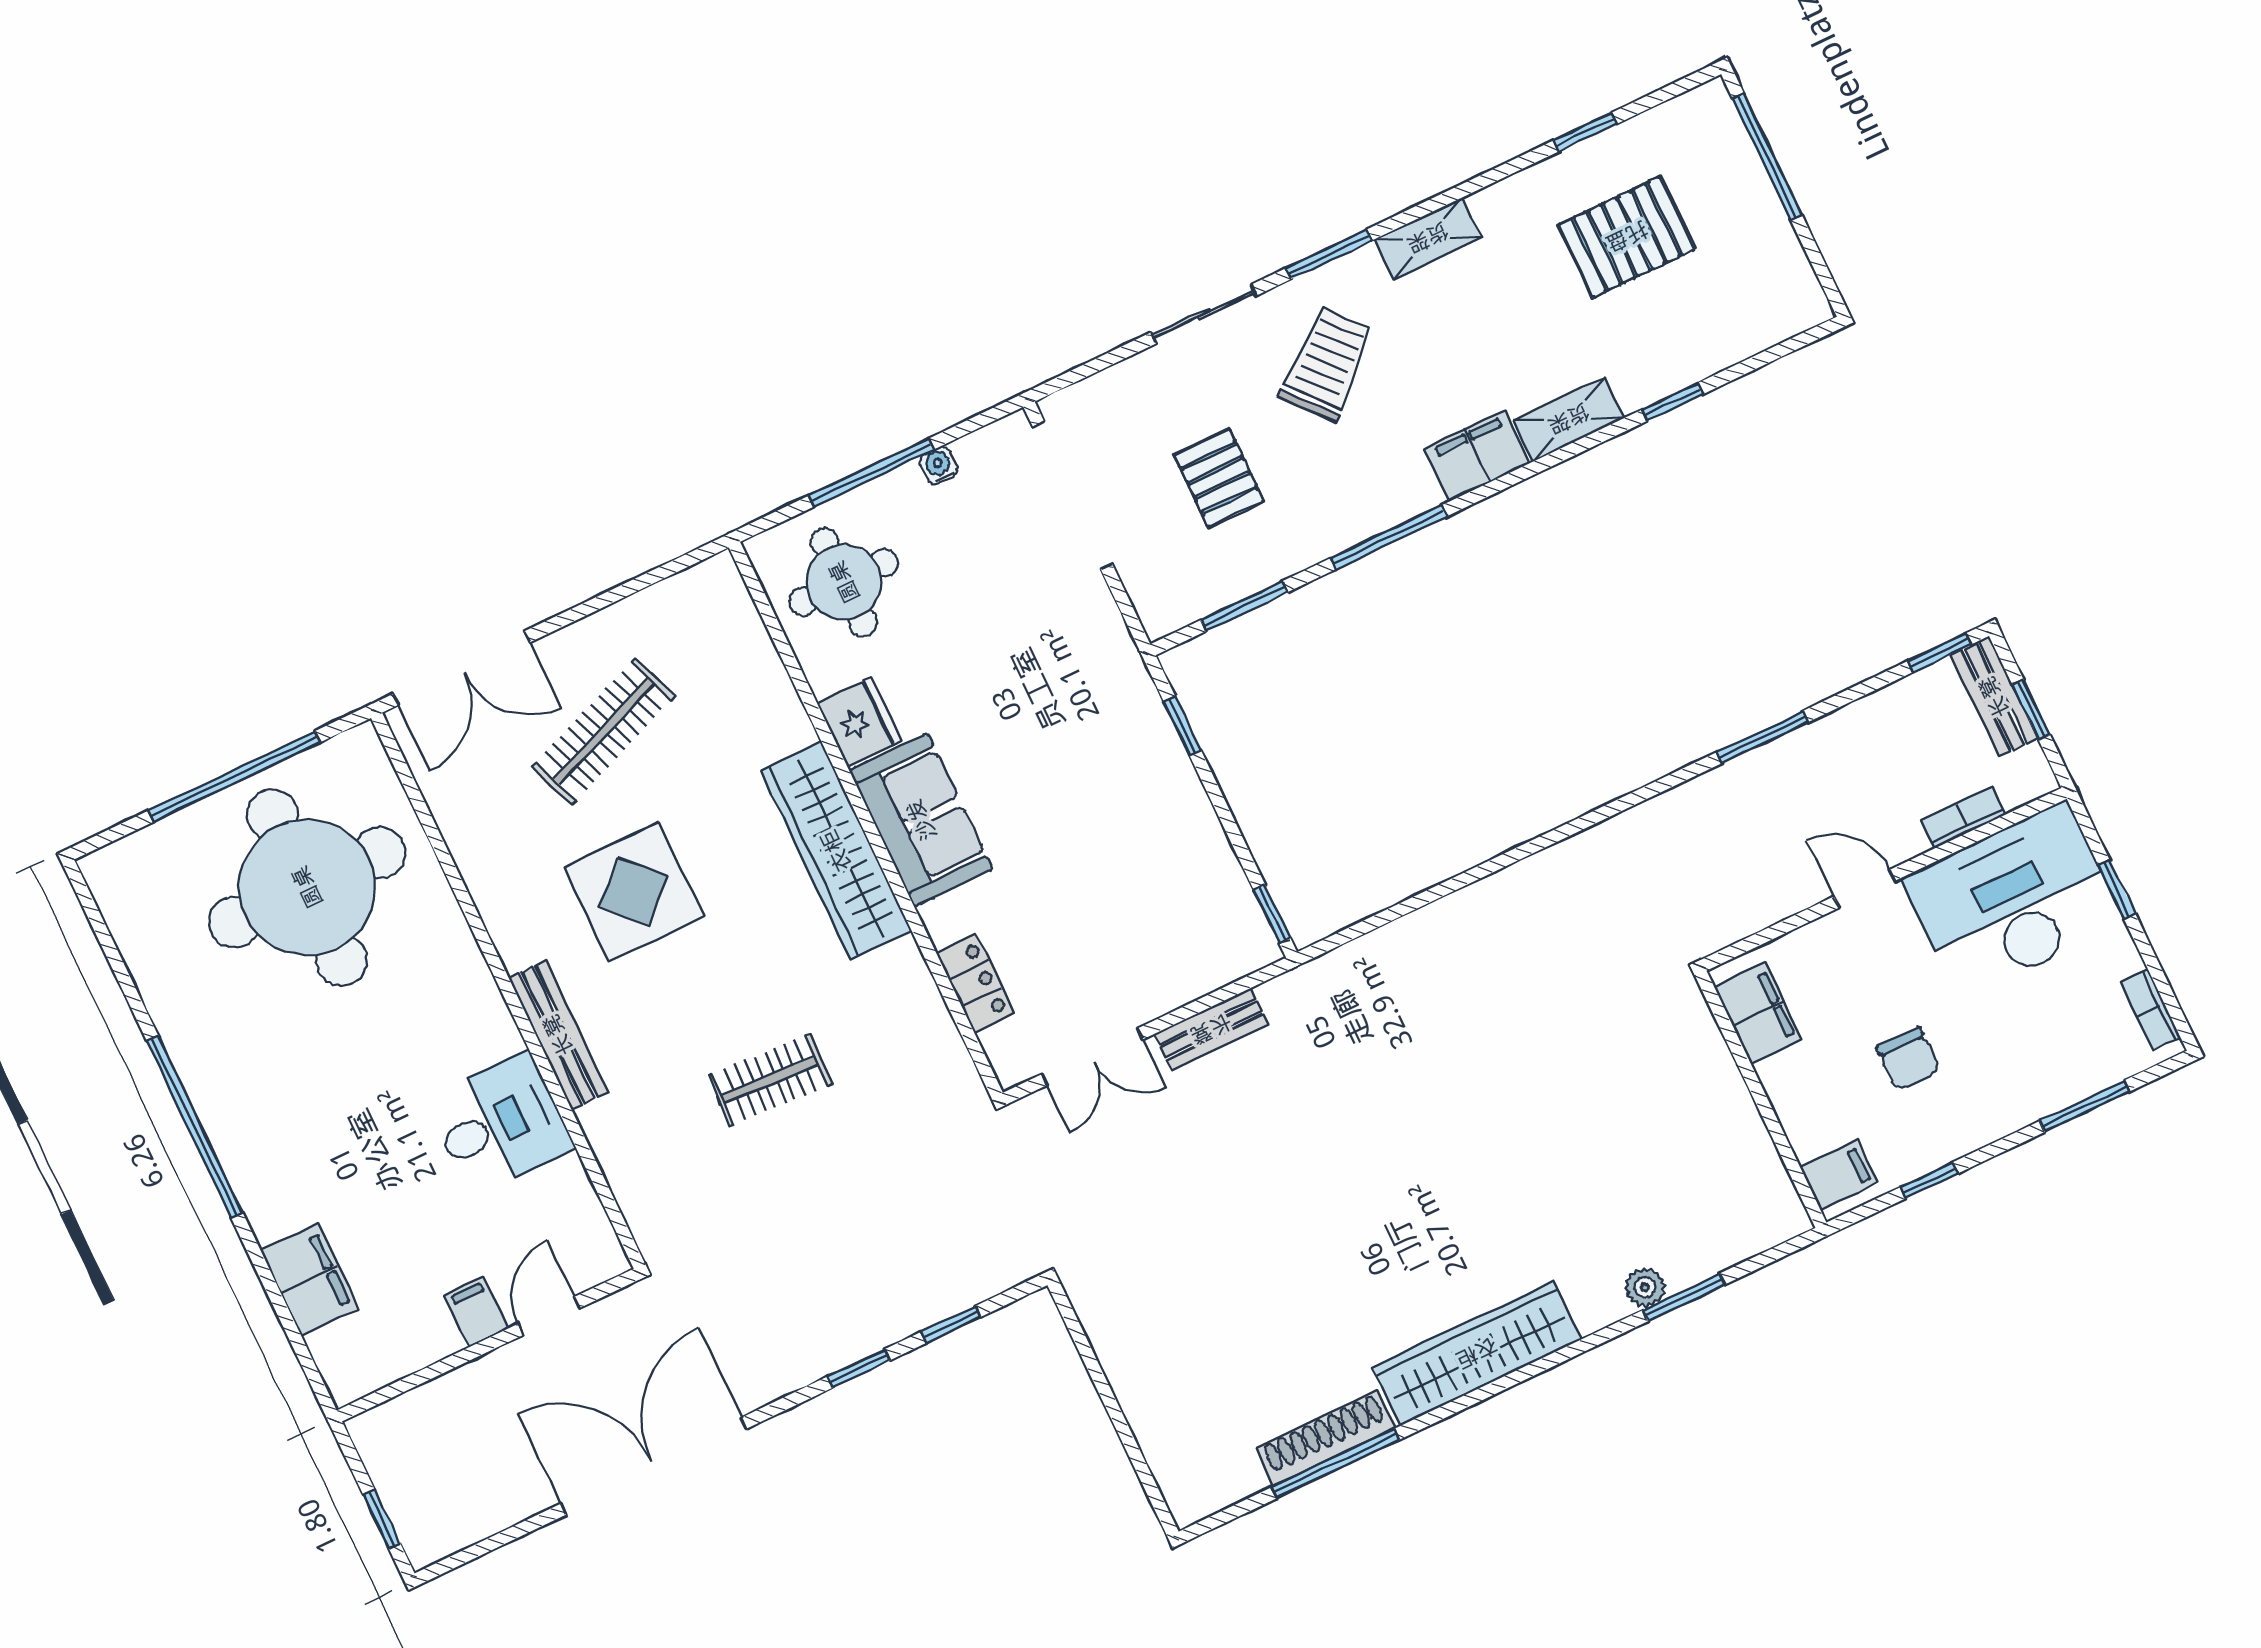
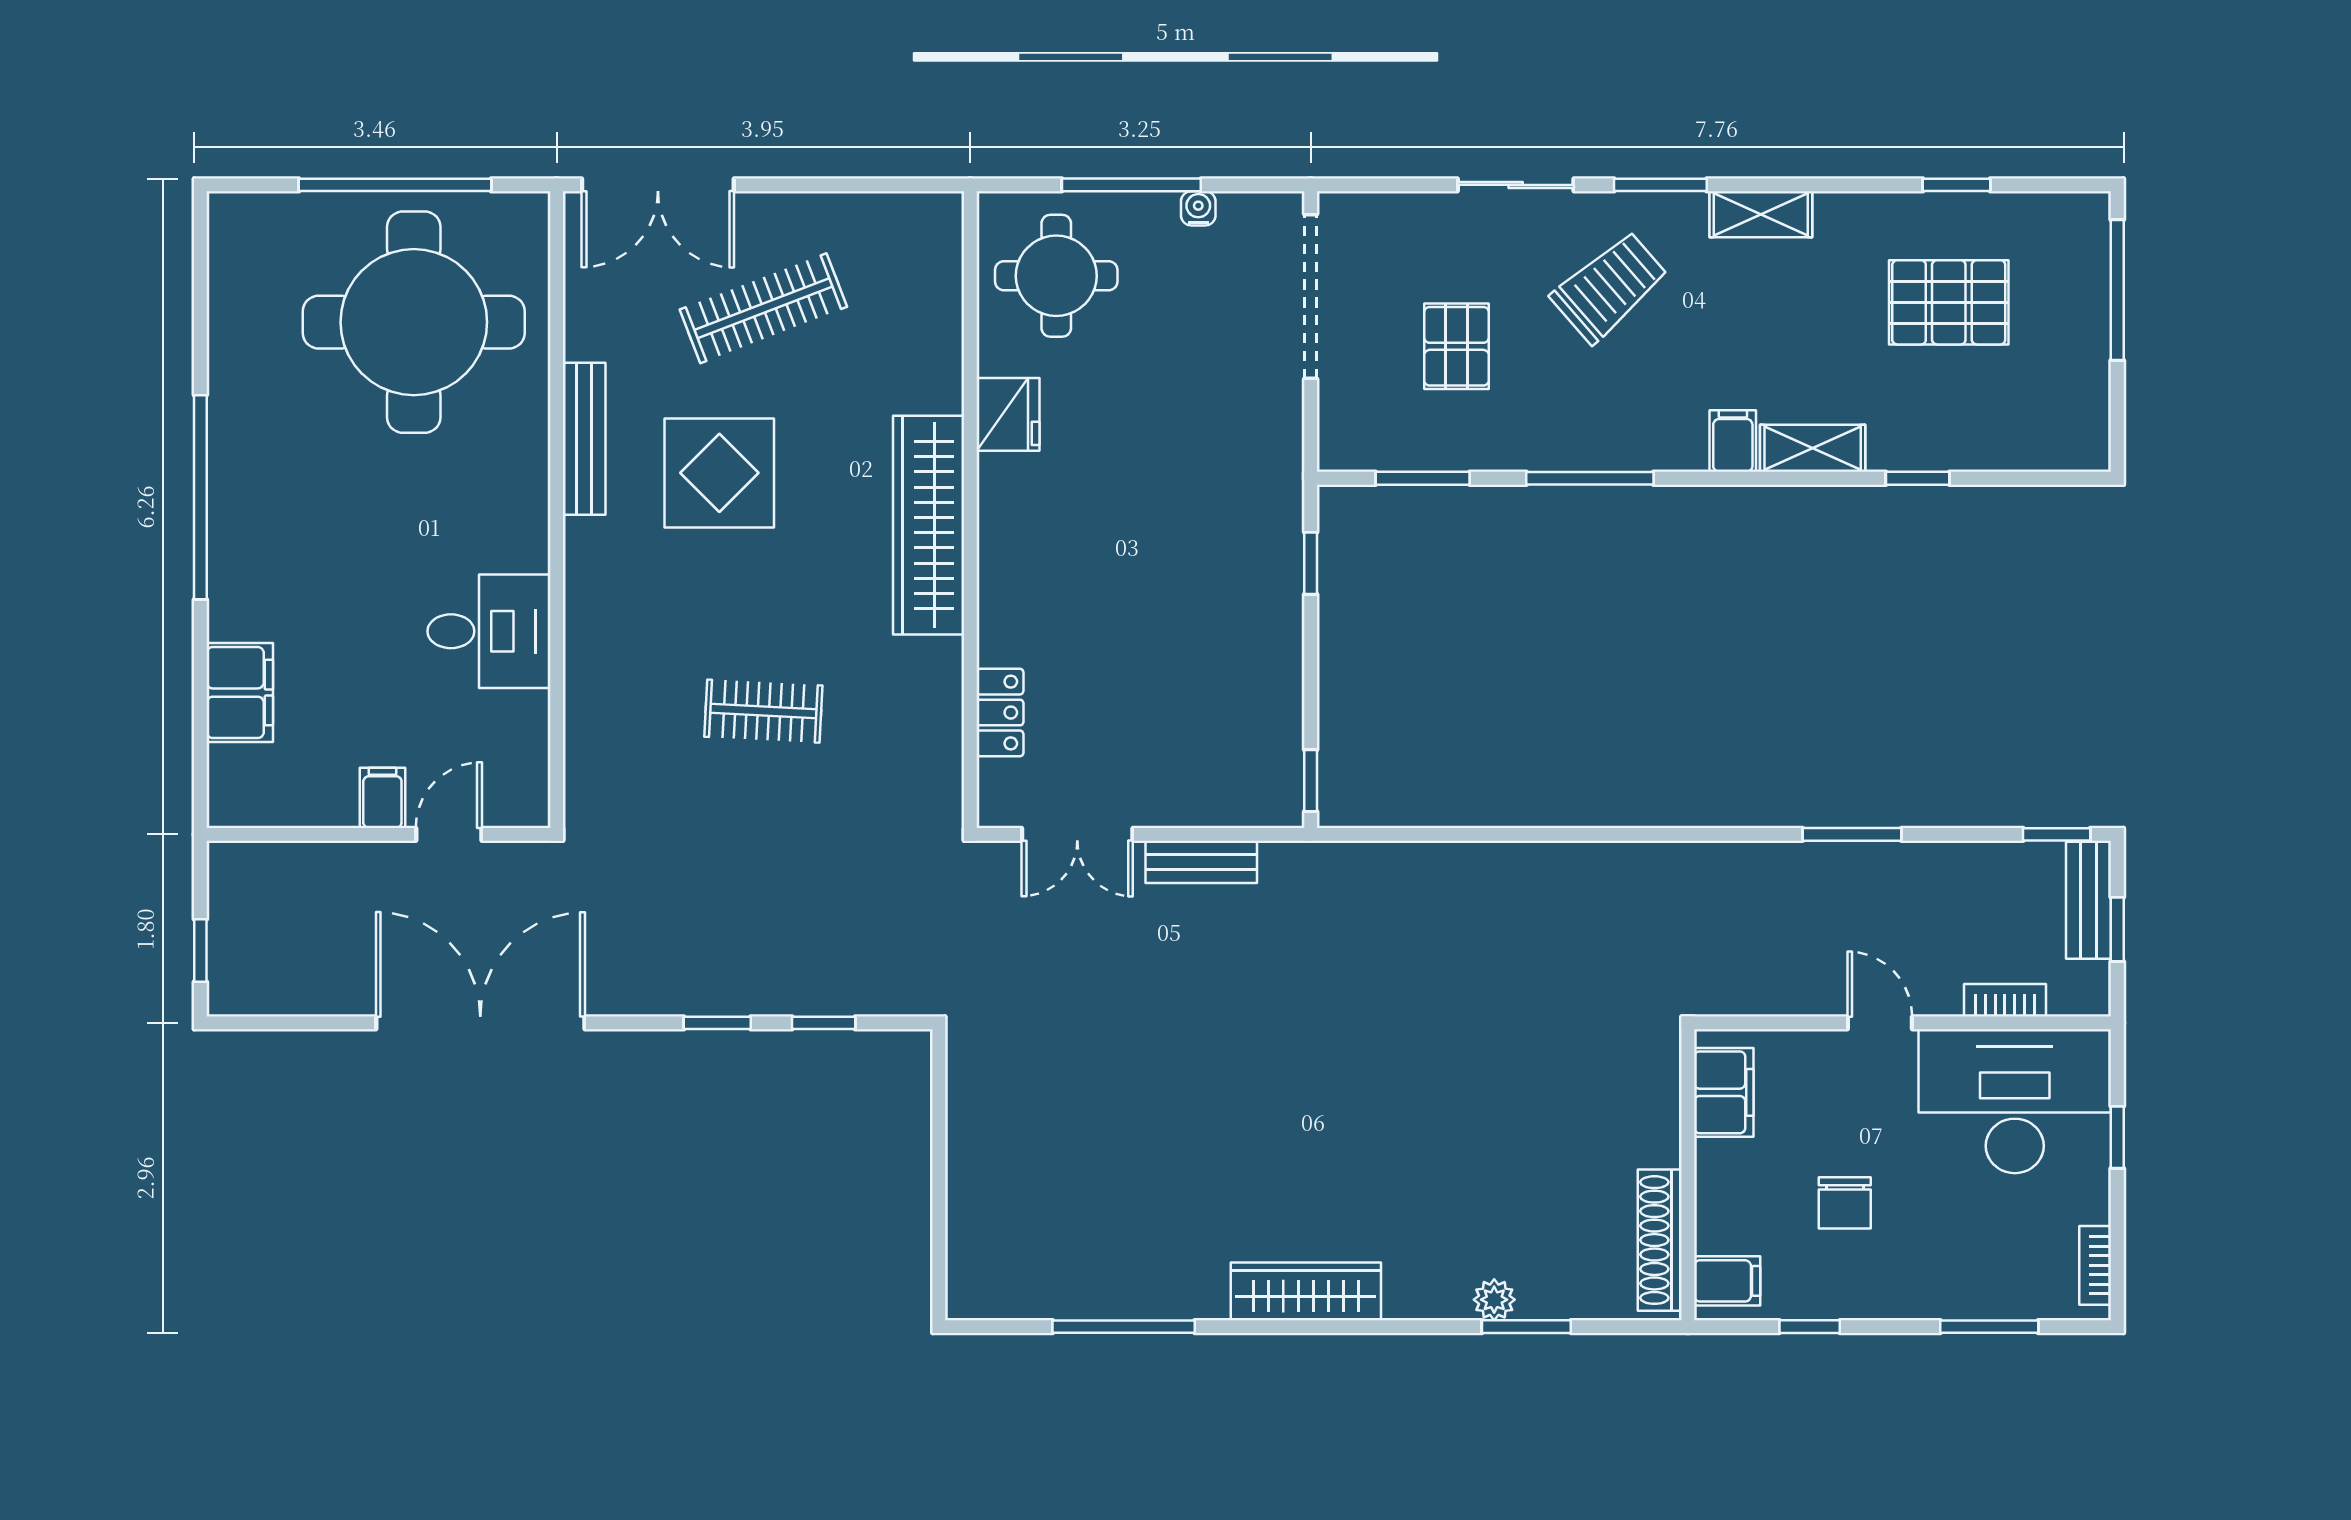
filing cabinet: (1477, 456) -> (1733, 441), width x0.50
sofa: (921, 820) -> (1022, 534), removed
bench: (558, 1035) -> (584, 439), moved
wardrobe: (1477, 1353) -> (1306, 1291), width x0.71, depth x0.85
shoe rack: (1326, 1438) -> (1660, 1240), moved, turned -90

